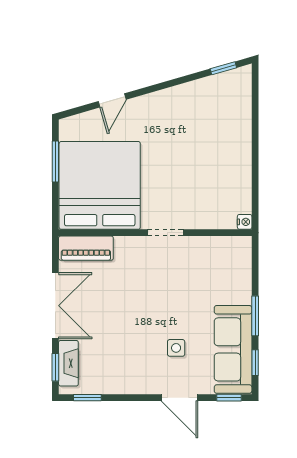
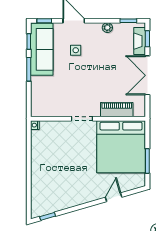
piano: (86, 248) -> (117, 110), moved
plant: (123, 386) -> (107, 28), added

